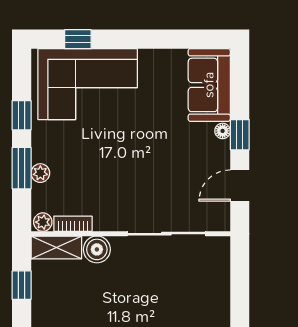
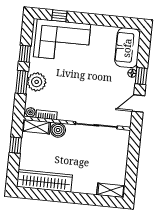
plant: (40, 173) -> (37, 82), width x1.88, depth x1.88

